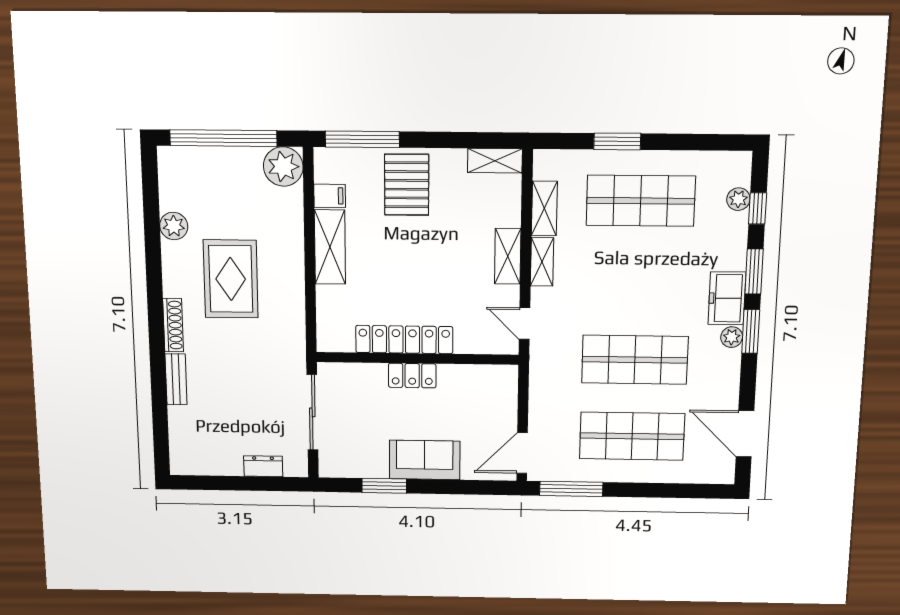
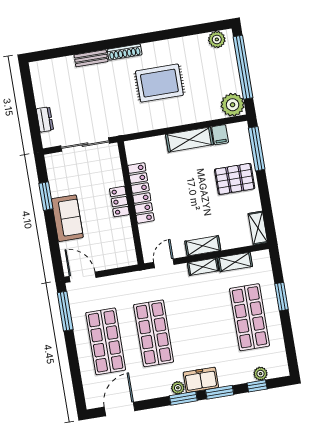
plant: (174, 226) -> (217, 39), moved

